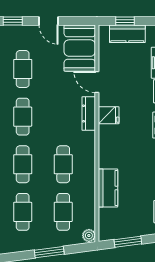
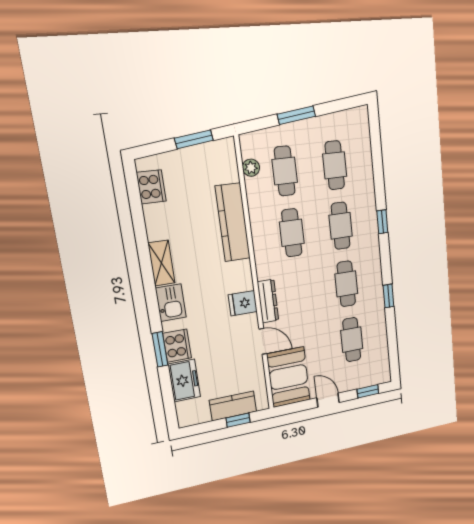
kitchen counter: (108, 188) -> (233, 222), width x1.50
plant: (89, 235) -> (251, 168), moved

